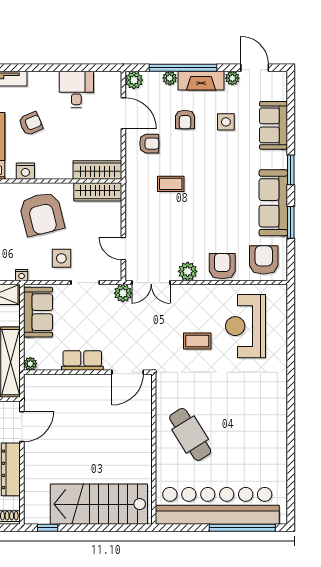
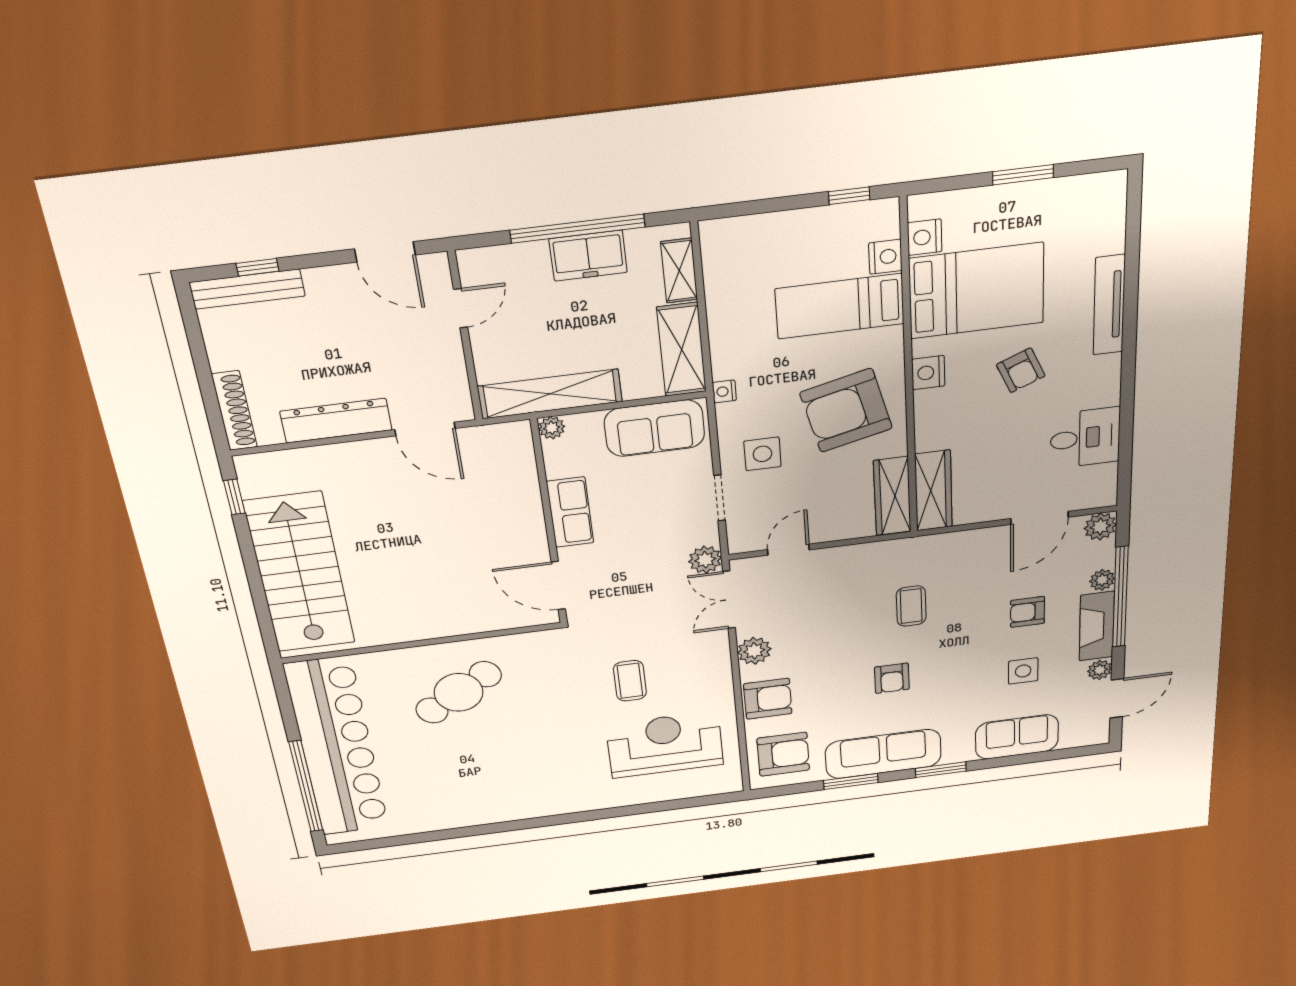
armchair: (149, 144) -> (892, 678), moved

